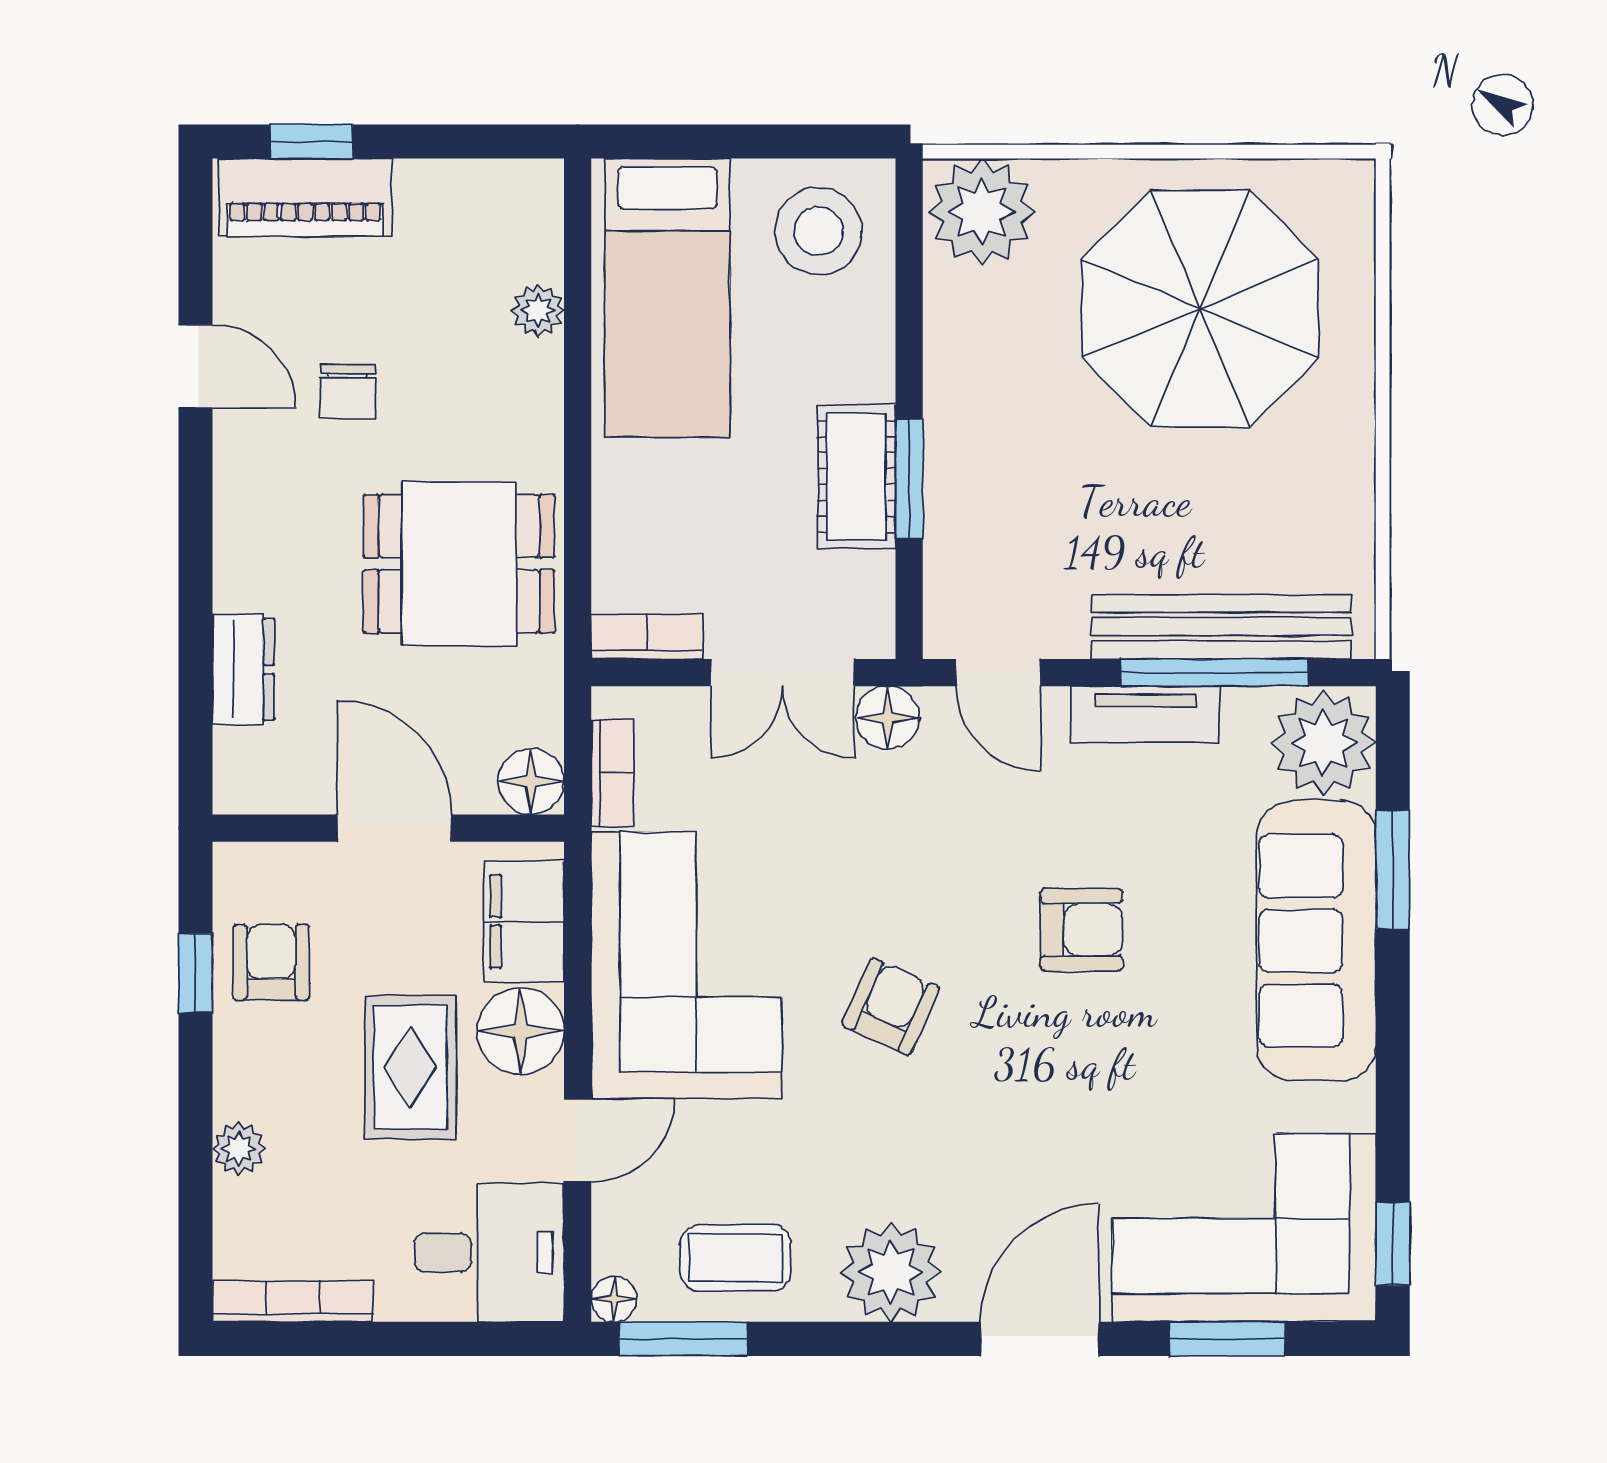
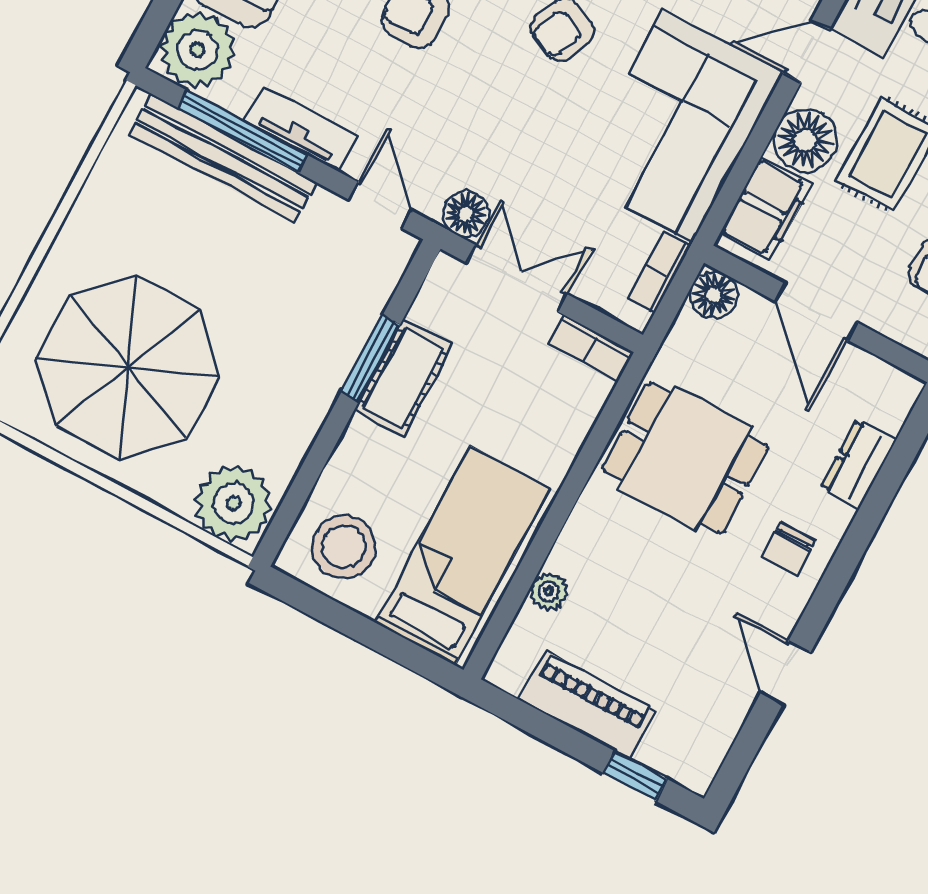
piano: (305, 197) -> (587, 705), moved
chair: (348, 392) -> (788, 549), moved, turned 180

